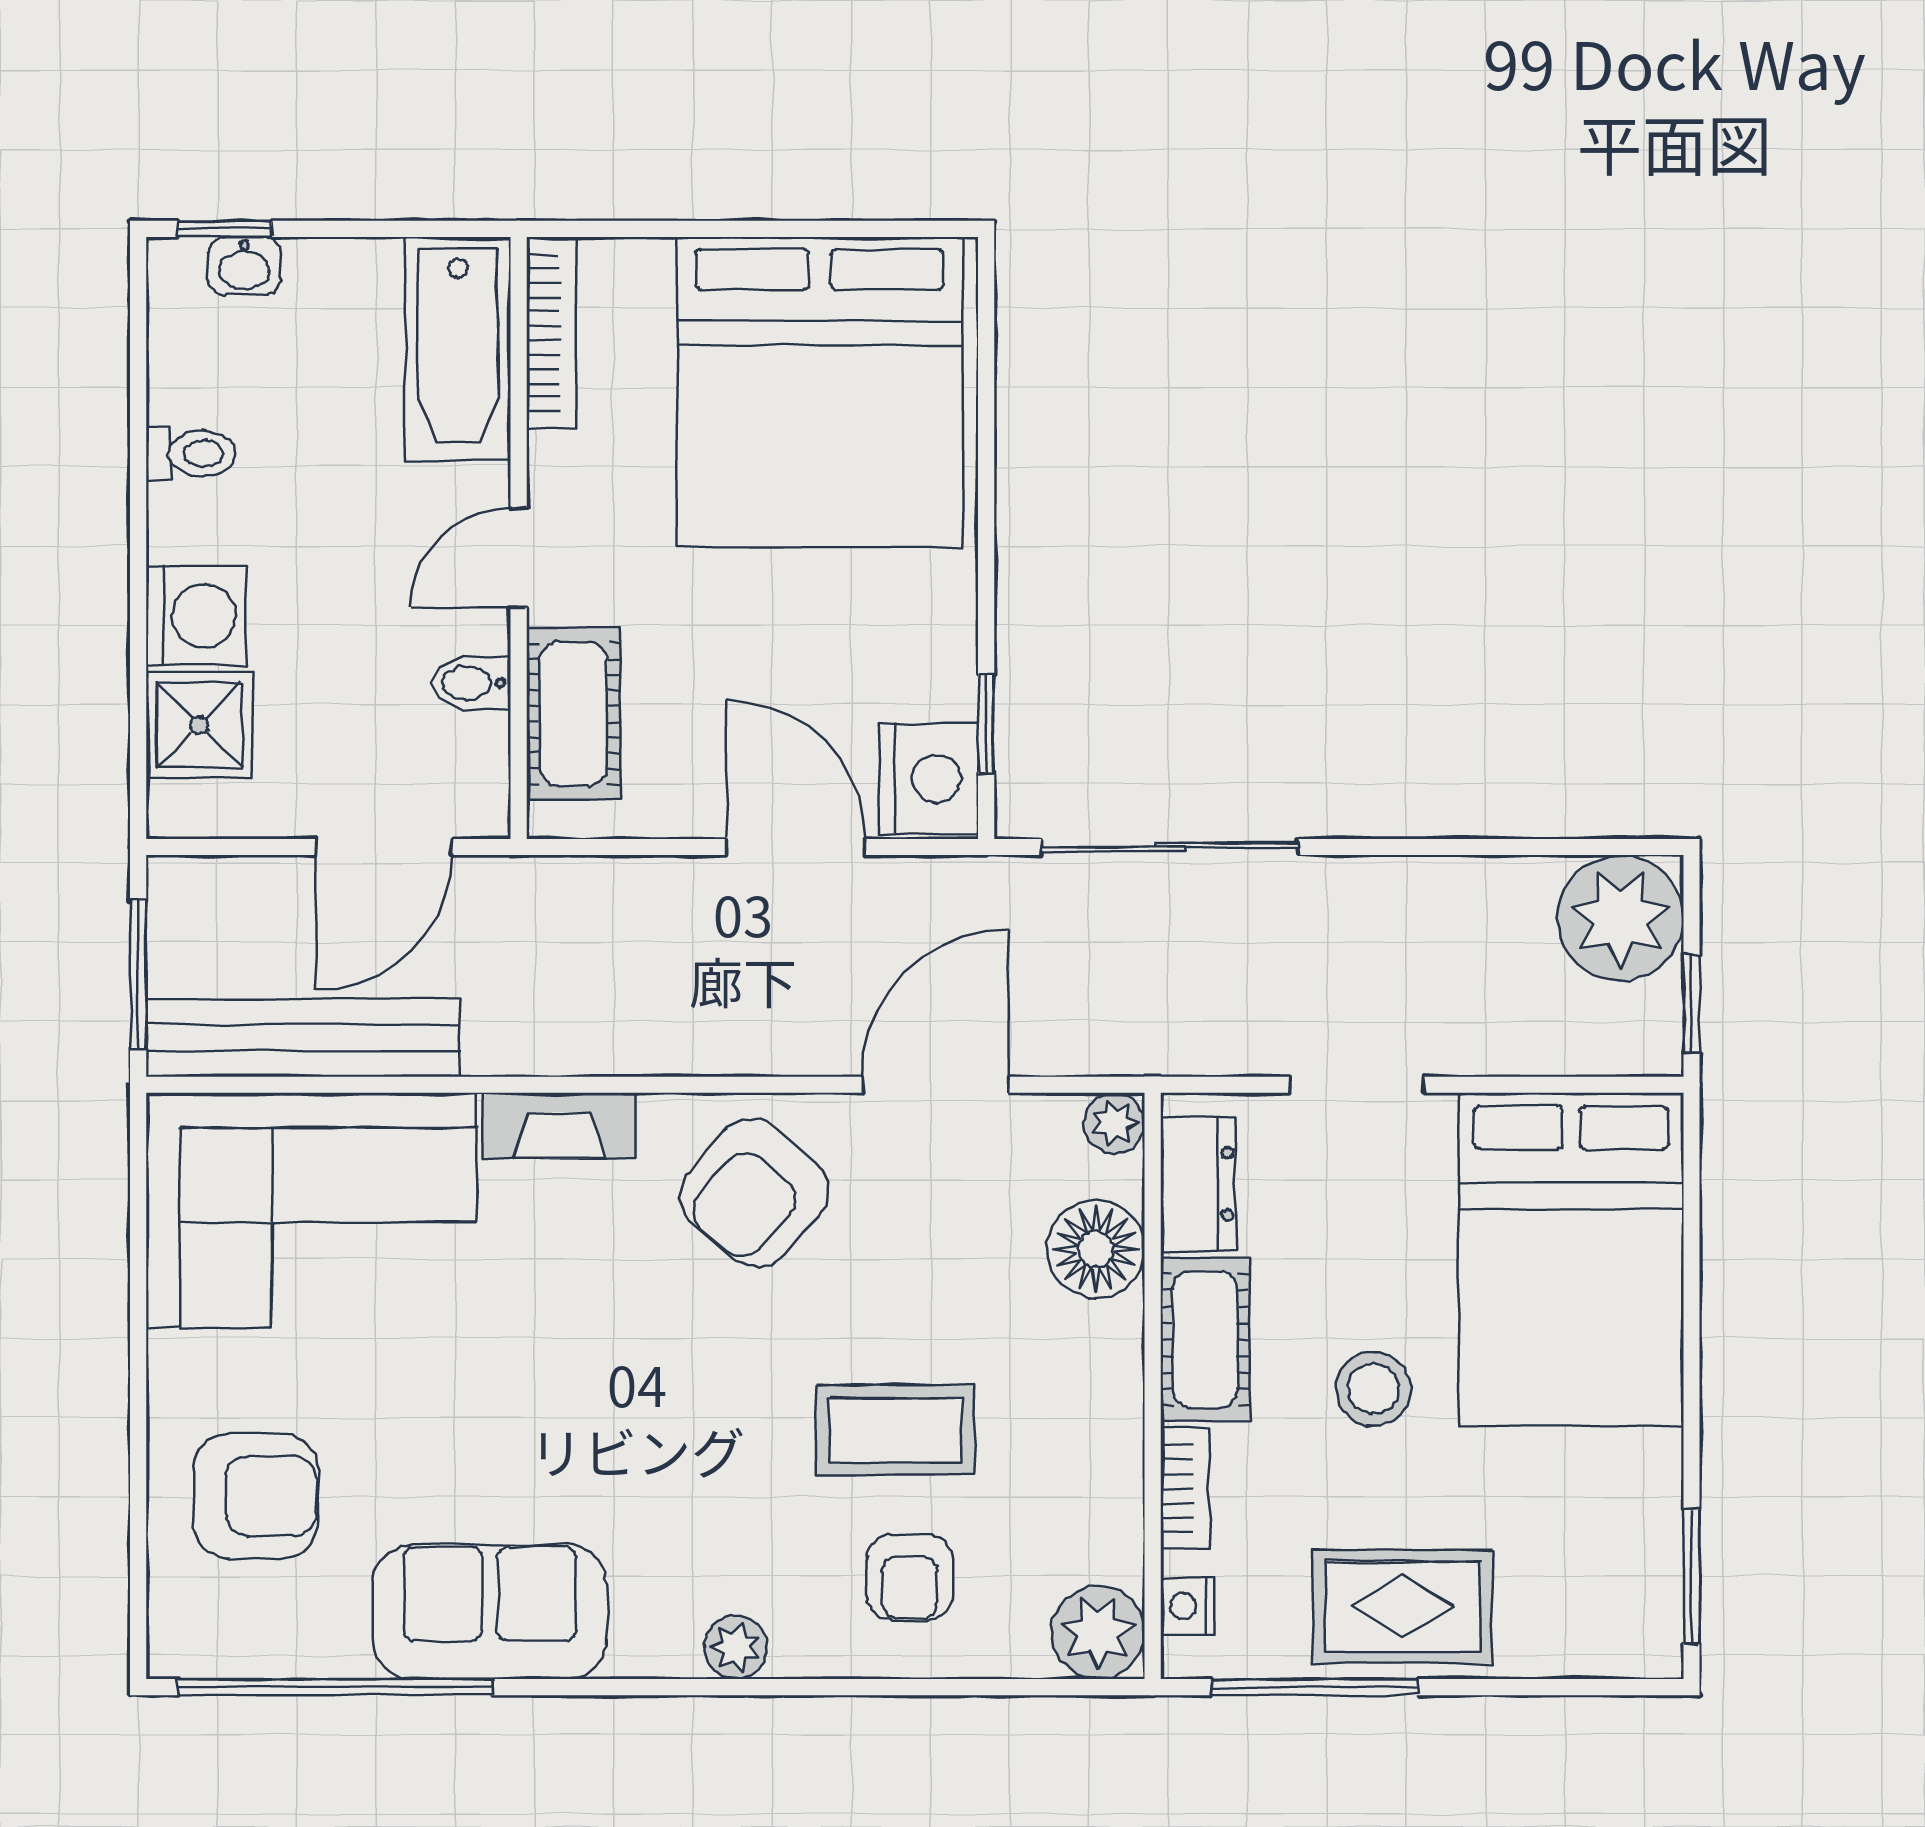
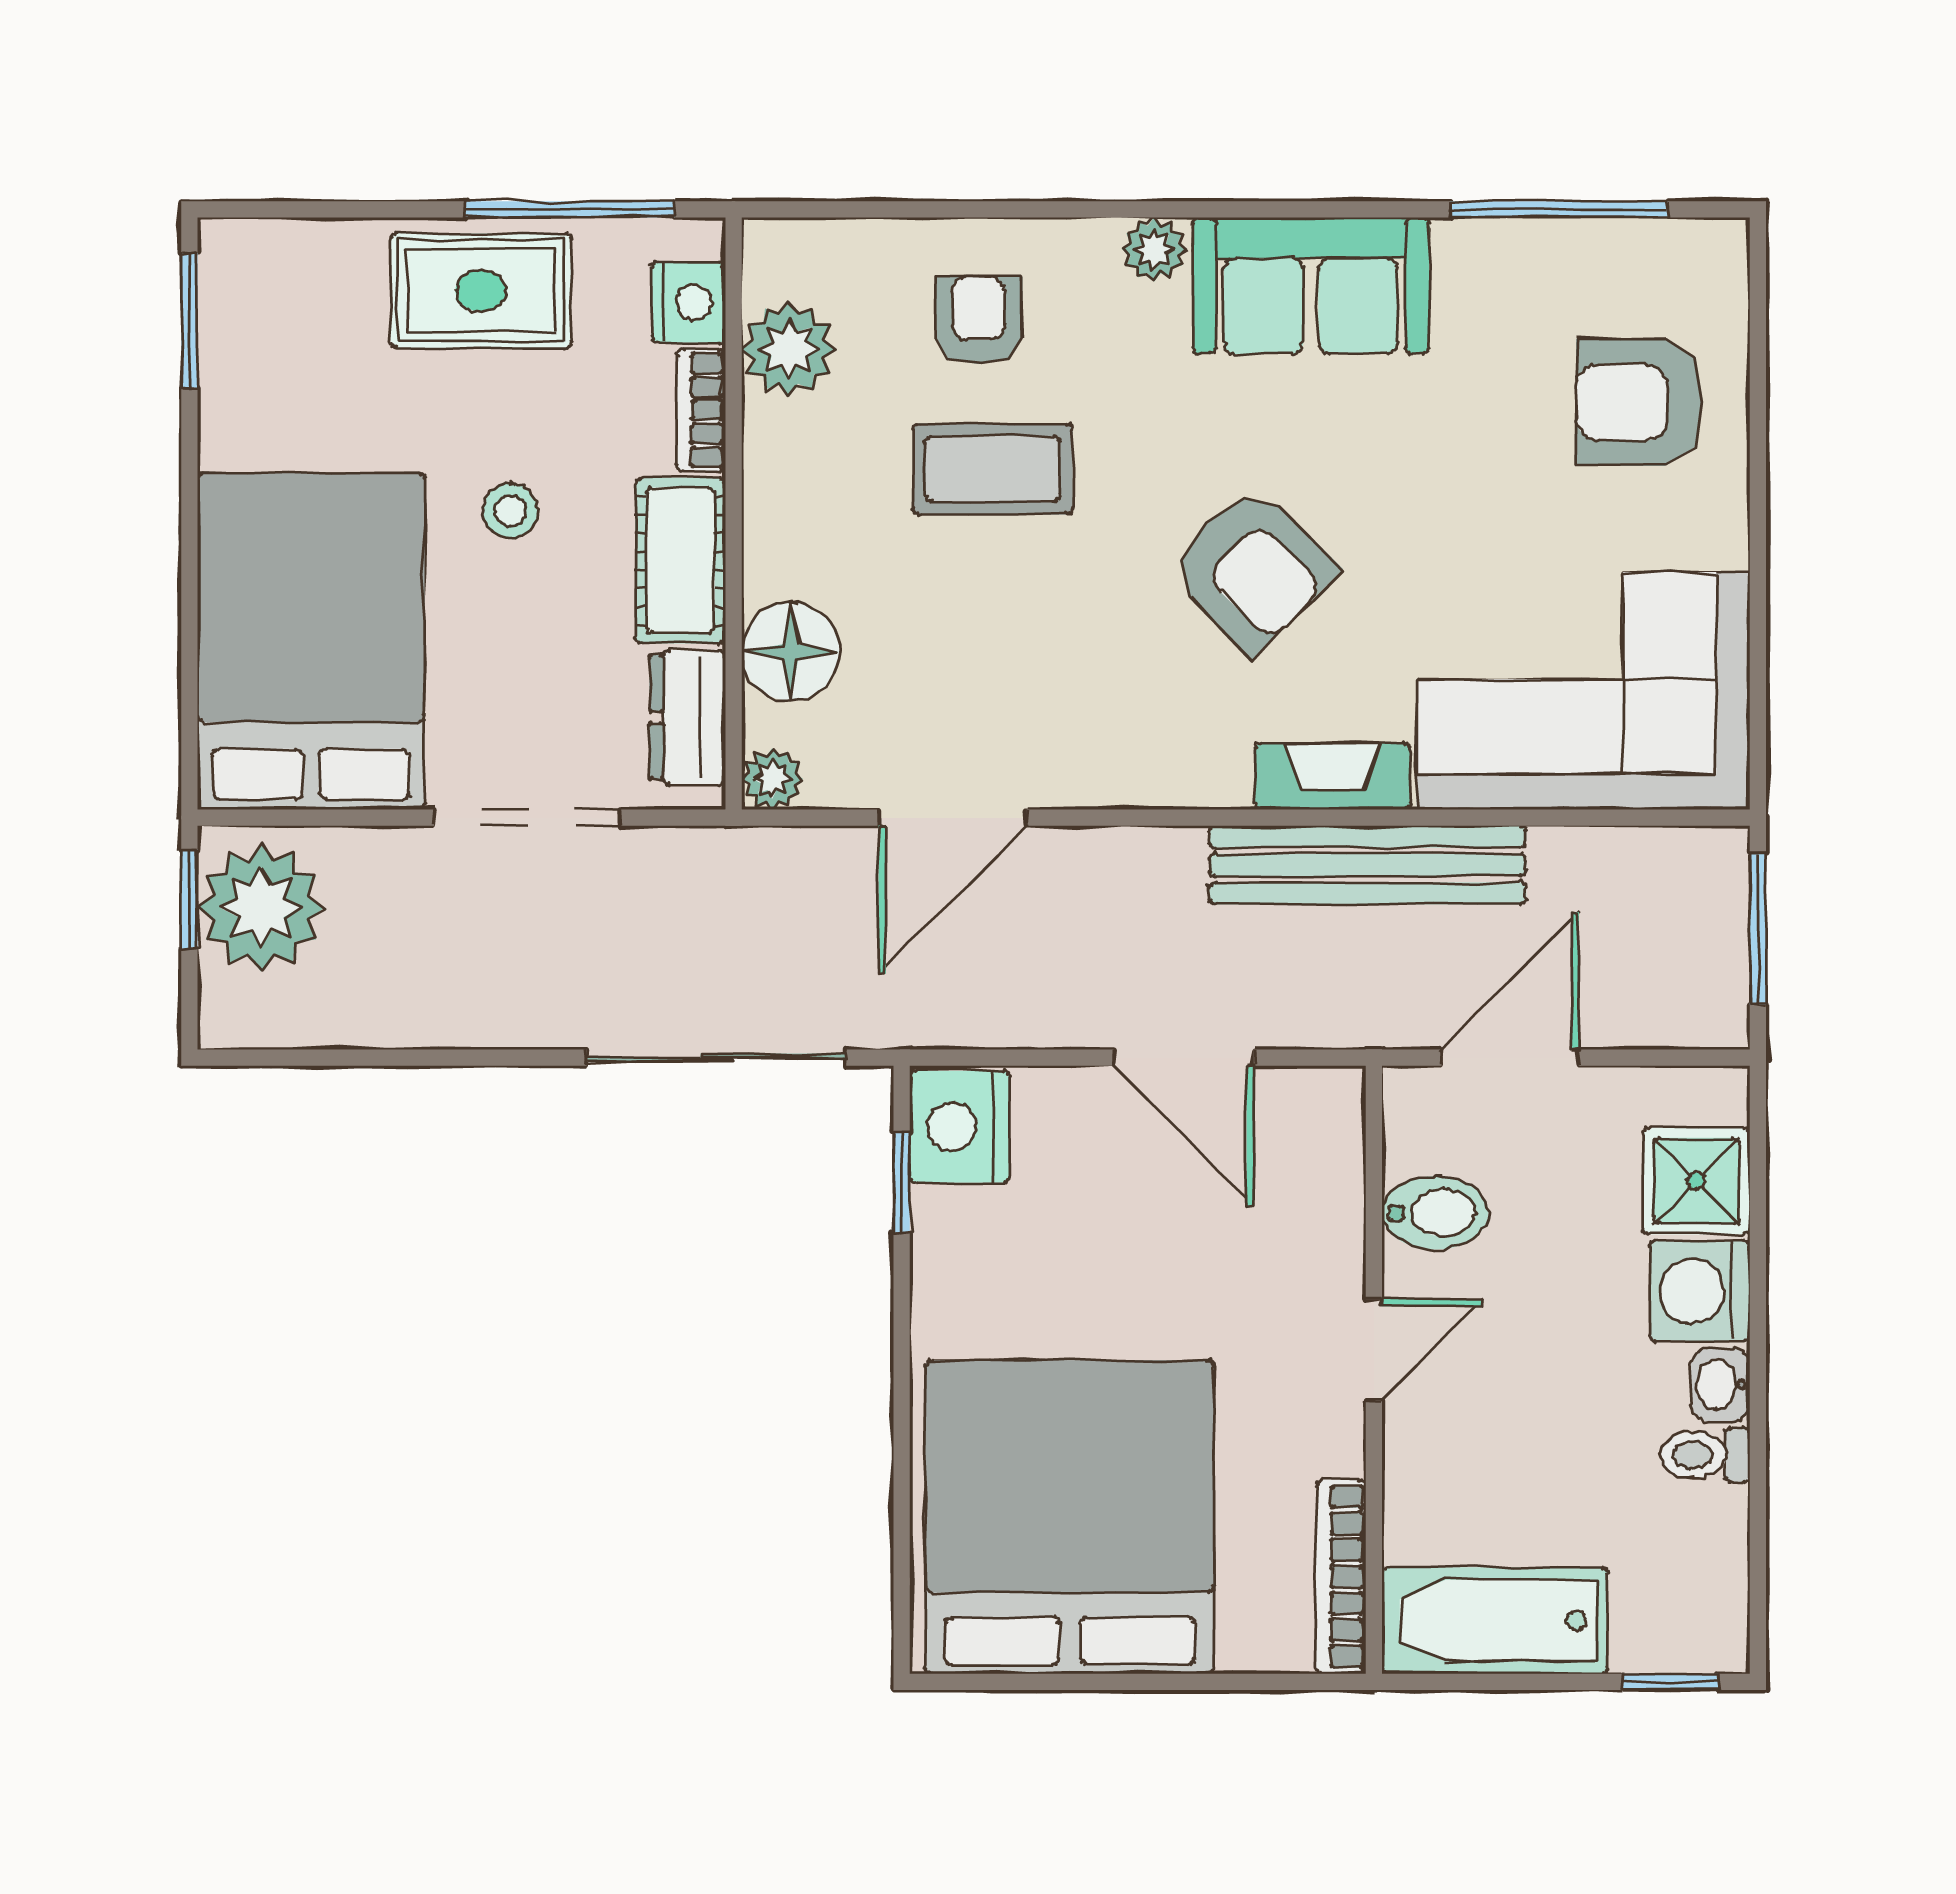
washbasin: (244, 266) -> (1720, 1384), moved, turned -90
bathtub: (458, 349) -> (1495, 1621), moved, turned -90
bidet: (472, 683) -> (1435, 1213), width x1.38, depth x1.36
cot: (573, 714) -> (1319, 1192), removed
door: (796, 847) -> (1184, 1058), moved
plant: (1621, 918) -> (261, 908), moved
bench: (303, 1038) -> (1368, 865), moved
doorway: (1357, 1085) -> (527, 818), width x1.38
armchair: (754, 1193) -> (1252, 569), moved, turned 94
stool: (1373, 1389) -> (510, 511), width x0.73, depth x0.73
nightstand: (1188, 1606) -> (688, 302), width x1.39, depth x1.35
sofa: (490, 1612) -> (1311, 286), moved
plant: (1098, 1633) -> (789, 349), moved
window: (335, 1687) -> (1559, 209), width x0.68

